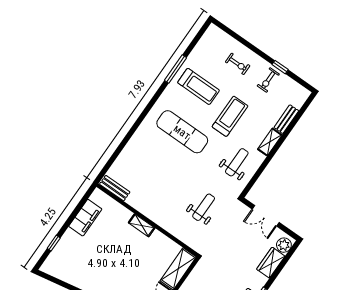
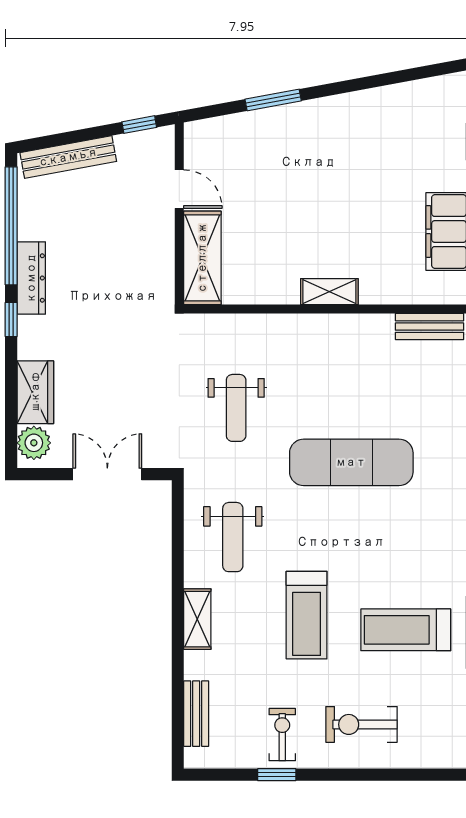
exercise bike: (238, 64) -> (362, 724), width x1.38, depth x1.39
bench: (286, 119) -> (196, 714), moved
exercise mat: (182, 132) -> (351, 462), moved

